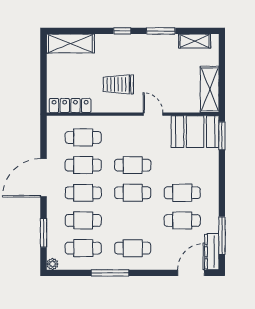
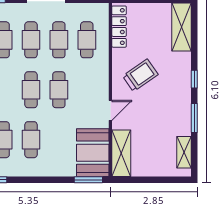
trolley: (118, 84) -> (140, 75), turned 55
shelving: (210, 89) -> (121, 153), moved, turned 90

